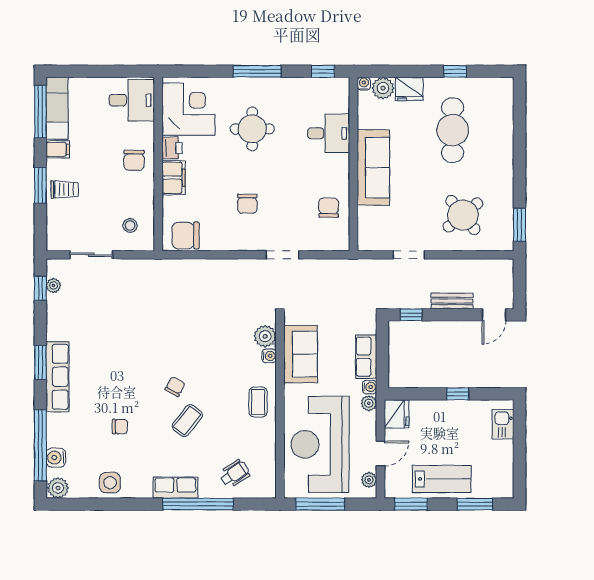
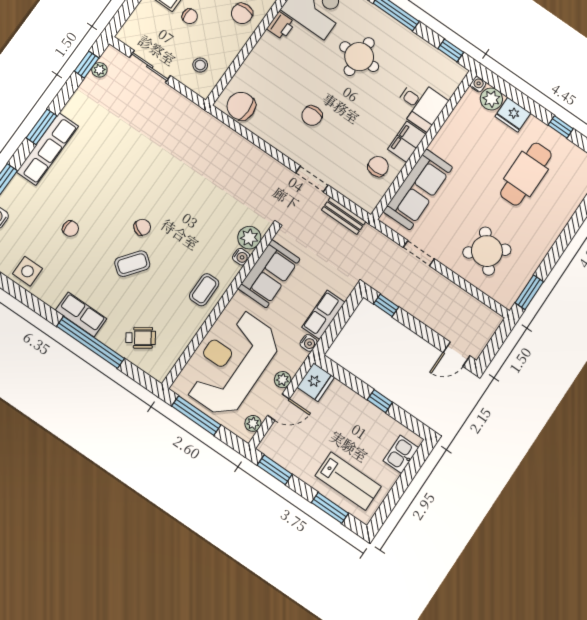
sofa: (373, 167) -> (418, 189), moved
filing cabinet: (174, 178) -> (407, 142), moved, turned 180
chair: (94, 192) -> (190, 16), added
bench: (452, 301) -> (344, 216), moved
plant: (369, 403) -> (283, 380), moved
lab bench: (442, 479) -> (348, 481), moved

